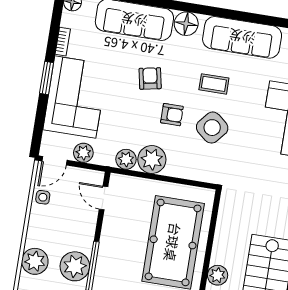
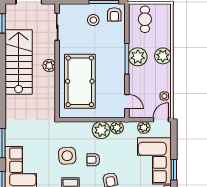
side table: (212, 128) -> (67, 156), turned 45

